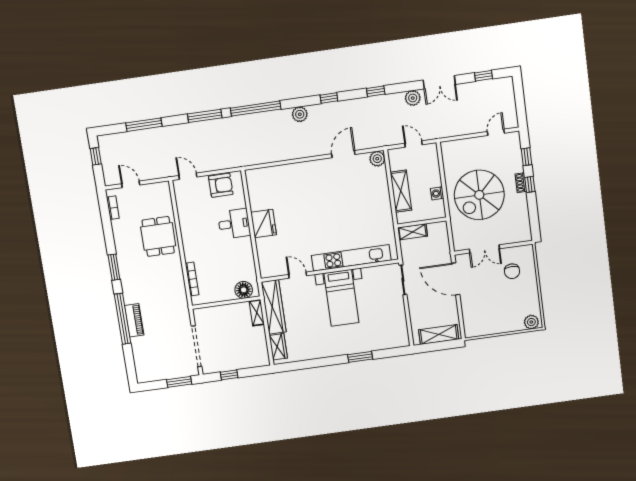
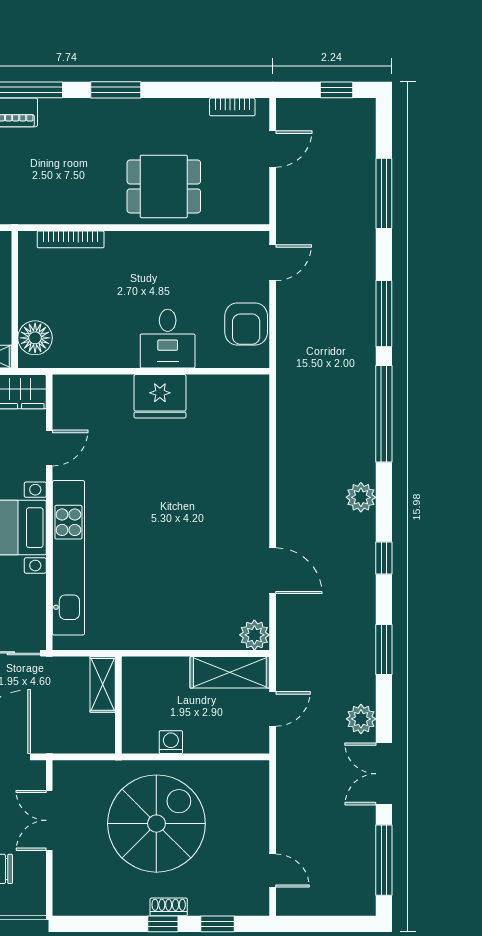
window: (484, 76) -> (384, 860), width x2.17
window: (376, 91) -> (384, 649), width x1.50
shelving: (401, 191) -> (230, 672), moved
spiral stairs: (479, 195) -> (156, 824), turned 90

